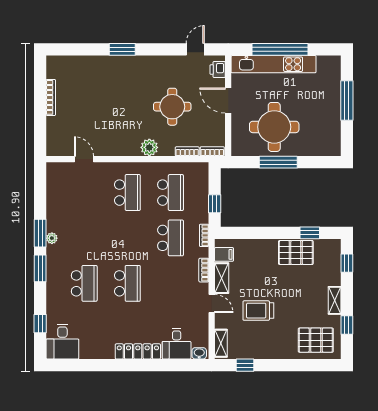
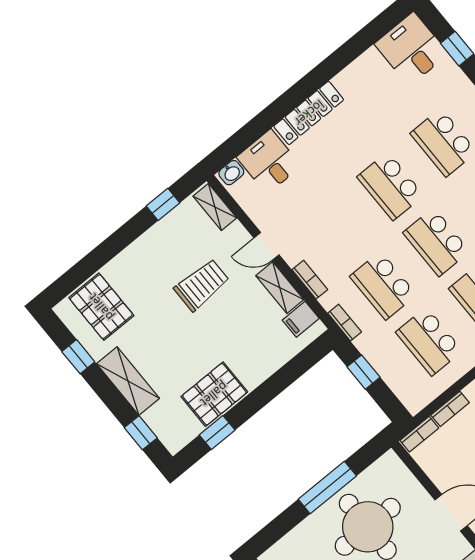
school desk: (127, 238) -> (436, 242), added
shelving: (335, 300) -> (128, 381), width x1.50, depth x1.33
pallet: (316, 340) -> (101, 307), turned 90

